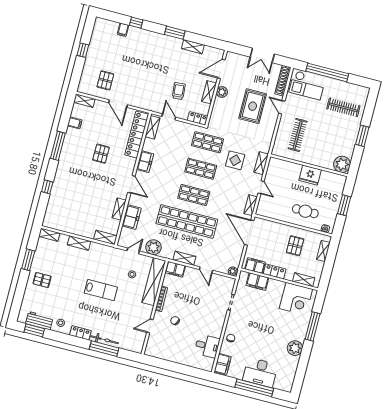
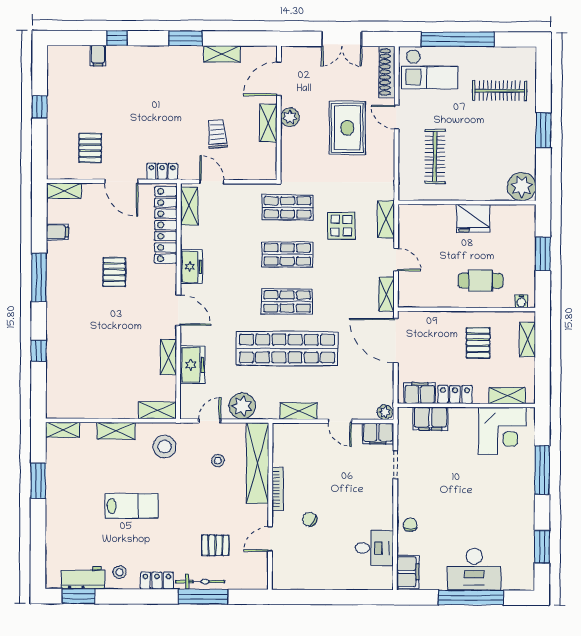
locker: (198, 118) -> (162, 171), moved
stool: (104, 259) -> (164, 447), added
filing cabinet: (175, 269) -> (378, 434), moved
pallet: (42, 280) -> (215, 545), moved
lab bench: (101, 290) -> (132, 506), moved
plant: (295, 348) -> (522, 514), removed
window: (301, 369) -> (542, 547), added

